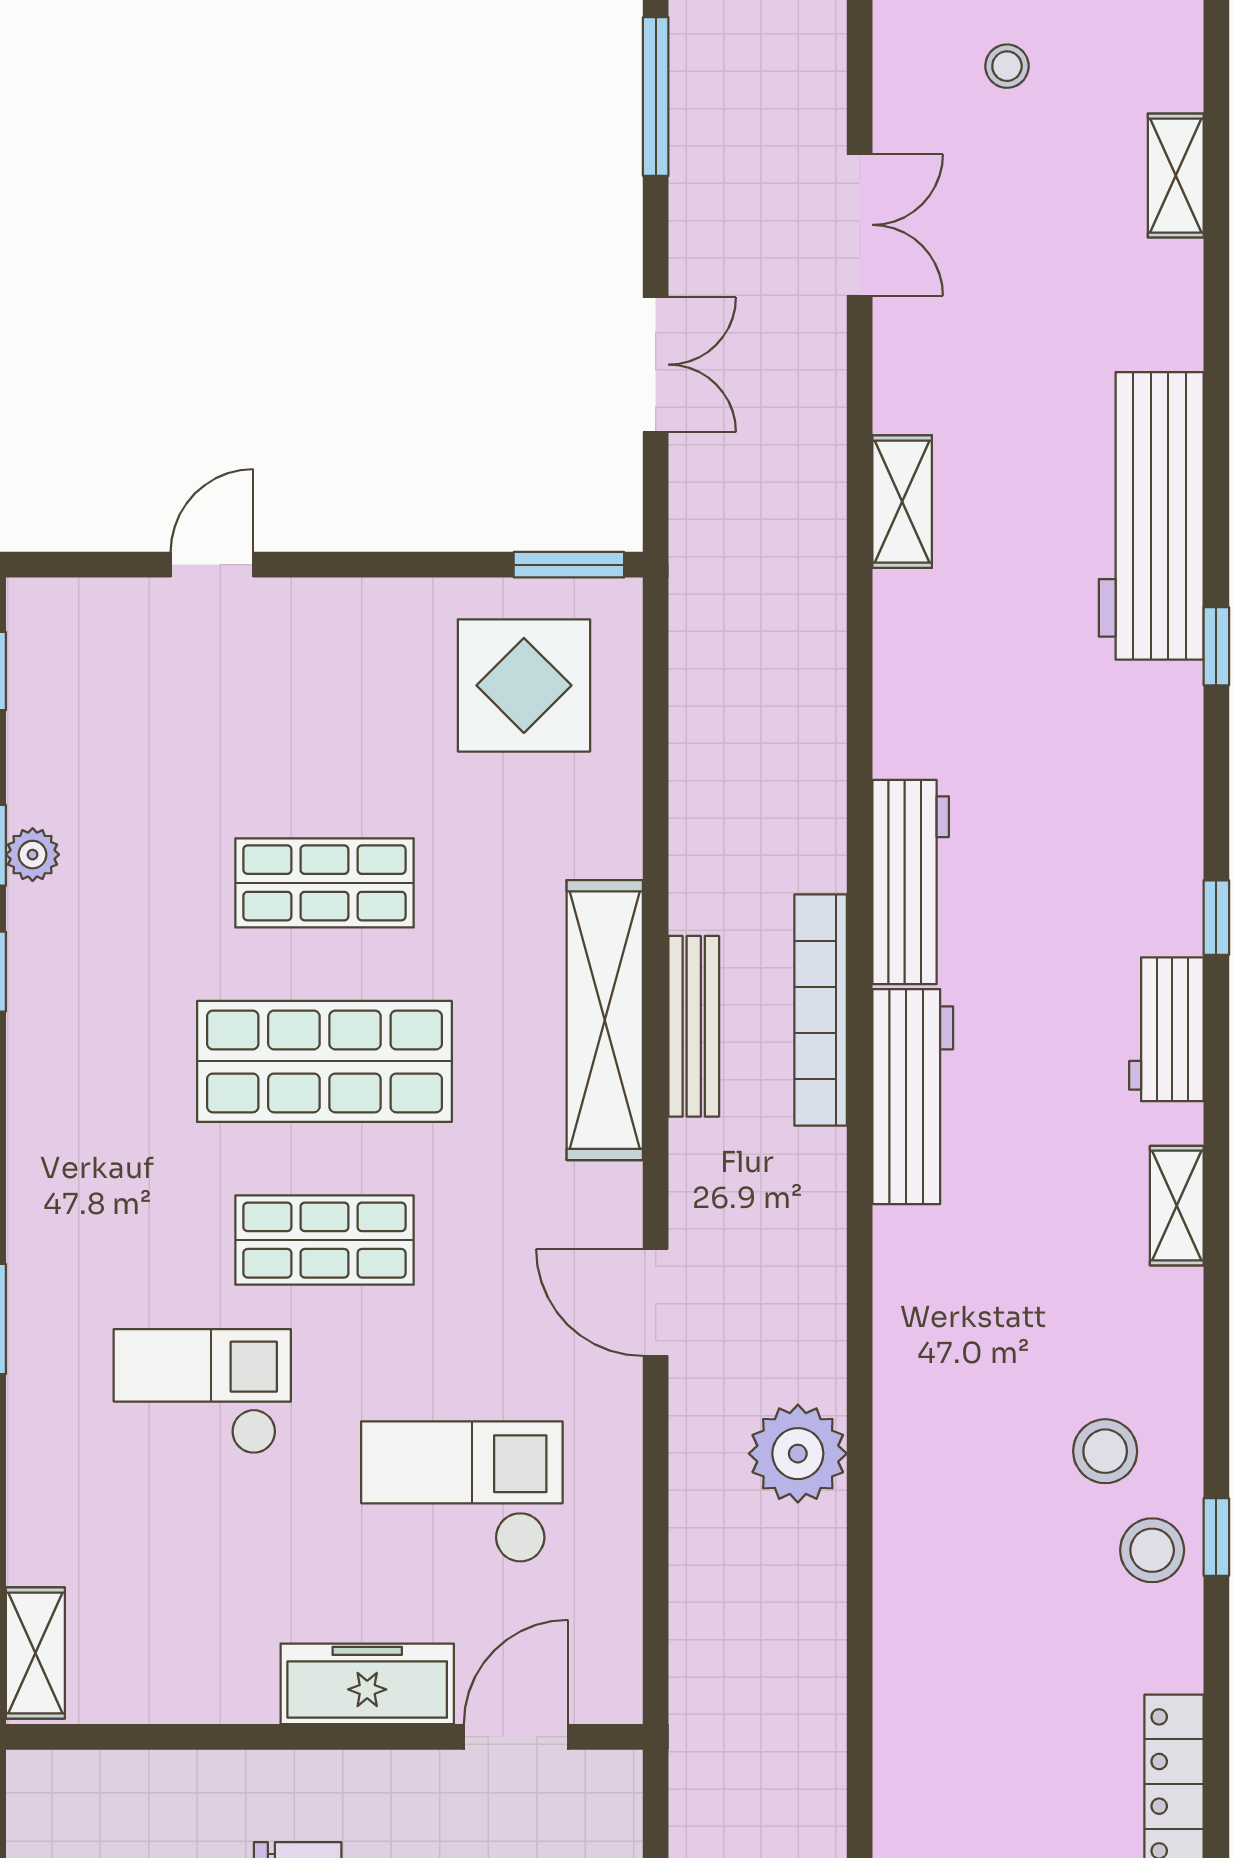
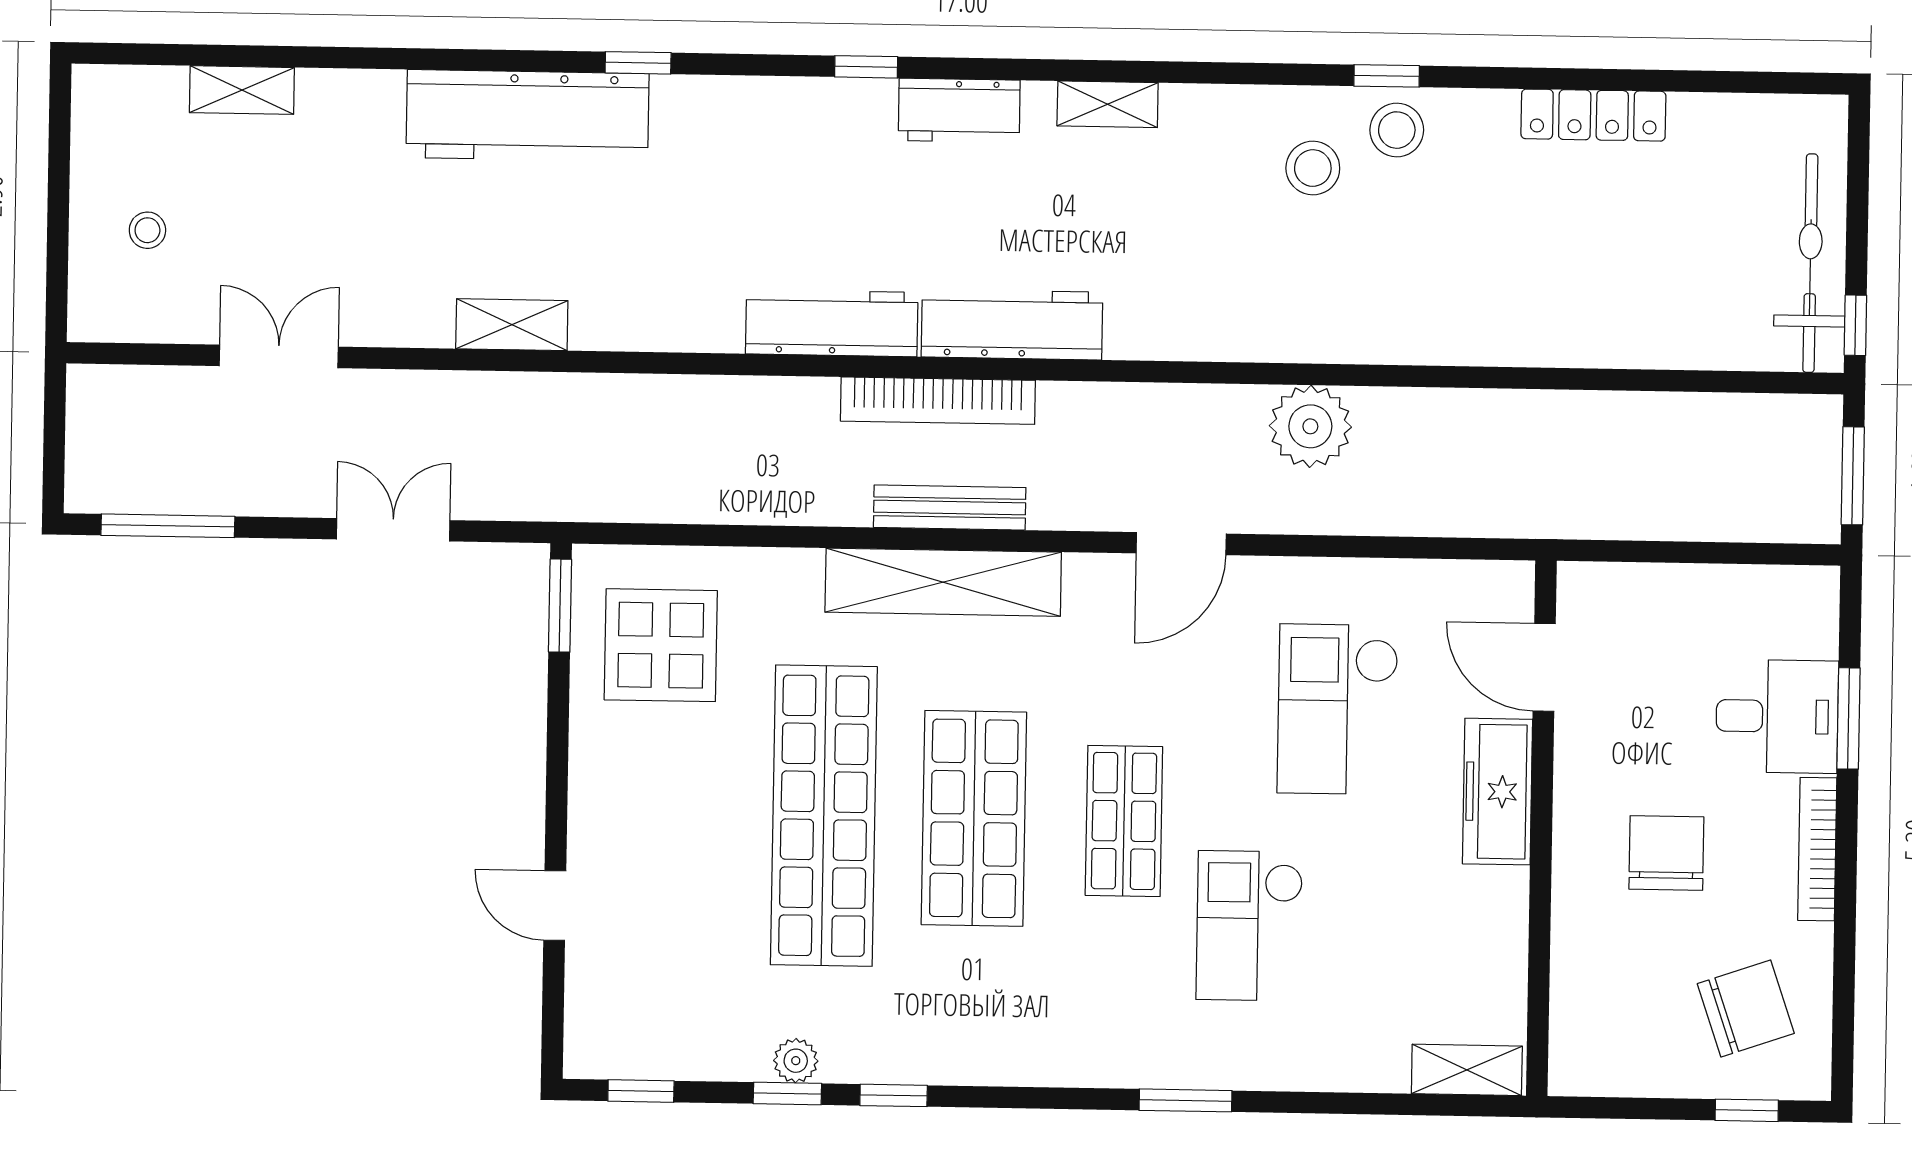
shop shelf: (324, 883) -> (824, 816), width x2.00, depth x1.36

